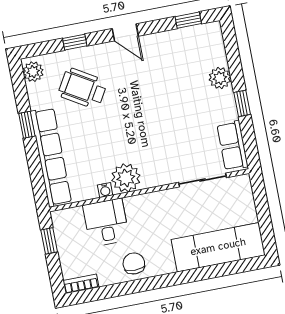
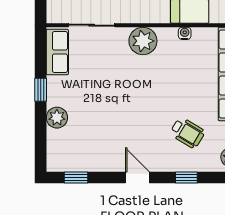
wheelchair: (83, 88) -> (187, 133), width x0.73, depth x0.73
plant: (126, 178) -> (143, 41), moved

